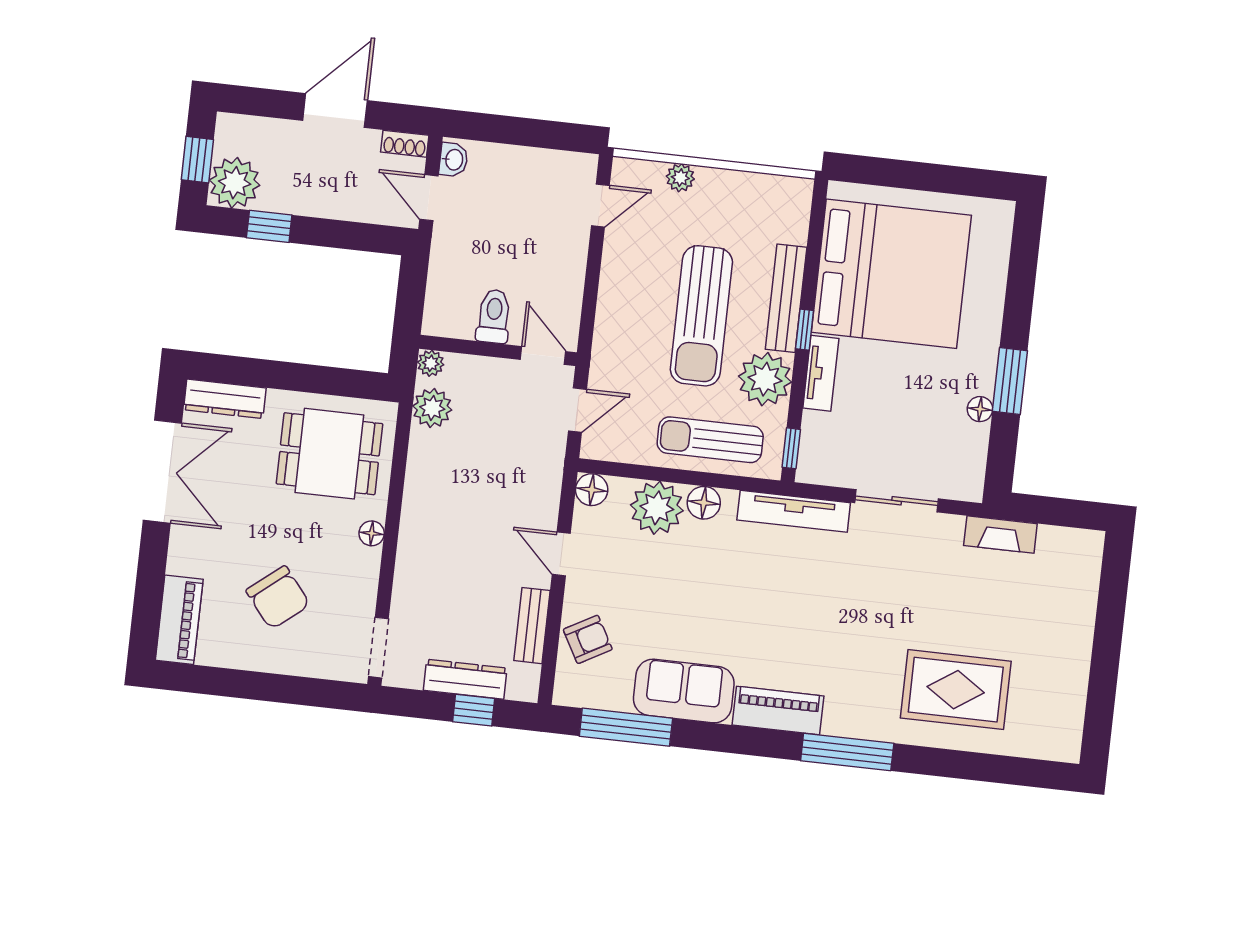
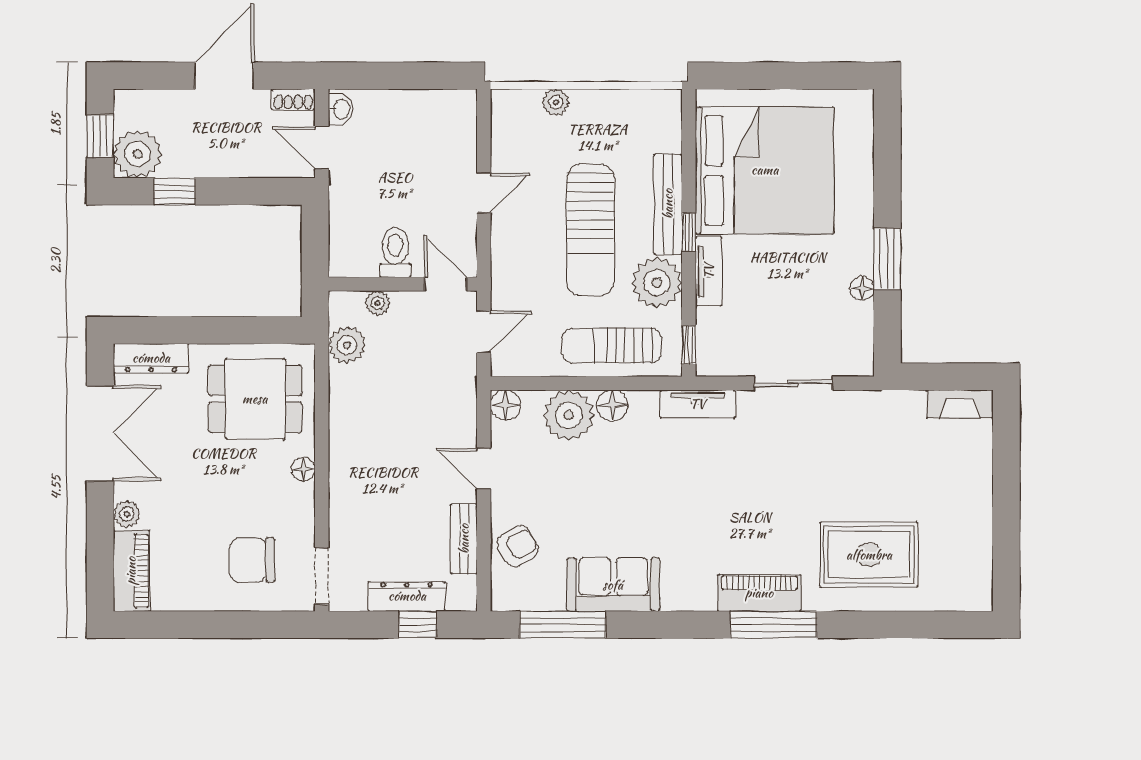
door: (600, 205) -> (484, 193), moved
plant: (431, 363) -> (378, 303), moved
tv unit: (794, 511) -> (698, 404), width x0.71
fireplace: (1000, 535) -> (960, 404), moved
plant: (181, 560) -> (127, 514), added
chair: (278, 598) -> (252, 560), moved, turned 129
piano: (778, 710) -> (759, 593), moved

